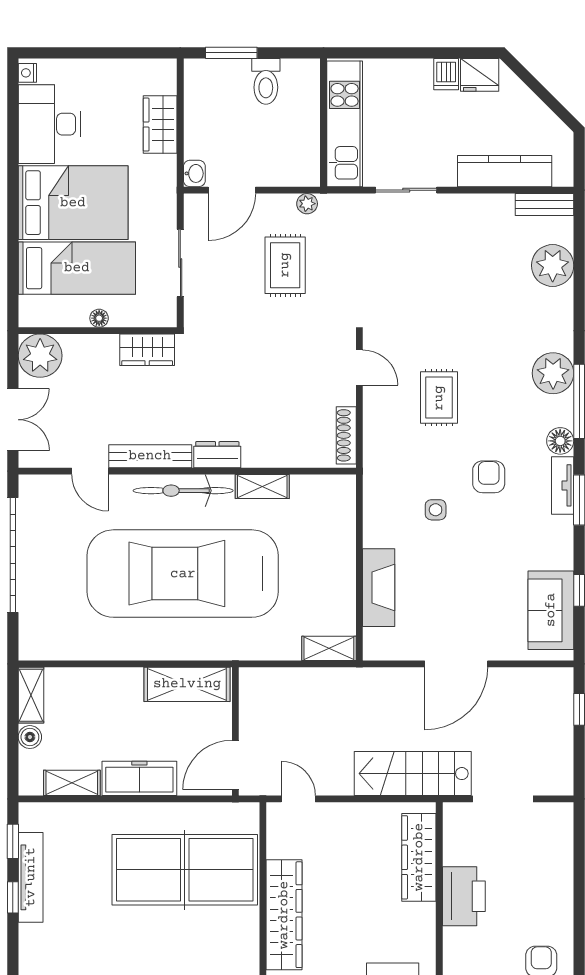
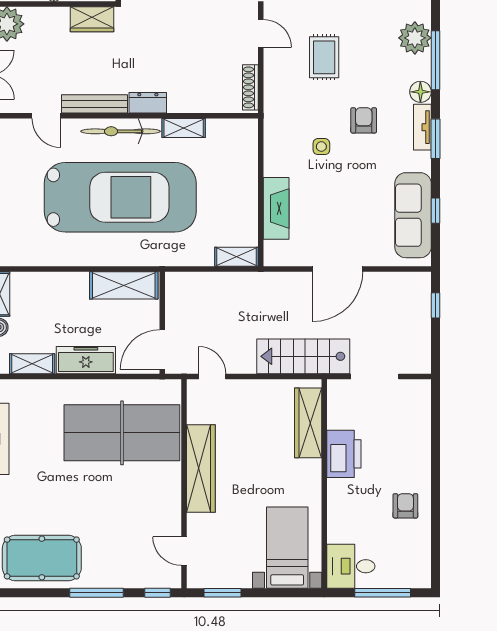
car: (183, 574) -> (120, 197), turned 180
sofa: (551, 610) -> (413, 215), width x1.36

